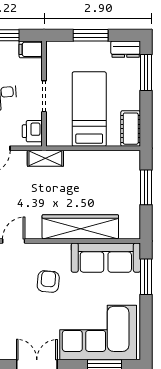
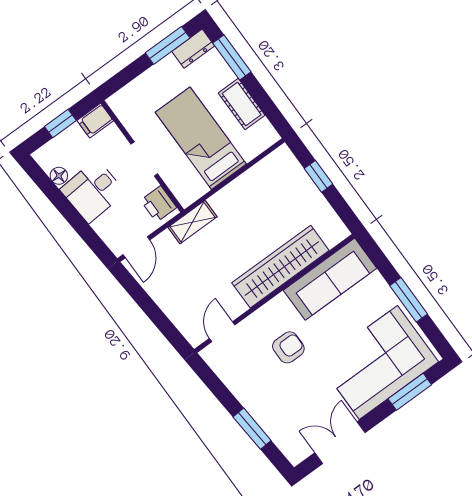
window: (91, 35) -> (168, 45), moved
cot: (131, 129) -> (242, 104), moved
window: (146, 187) -> (319, 176), width x0.67
window: (146, 277) -> (409, 300), moved
armchair: (48, 282) -> (288, 347), turned 85

